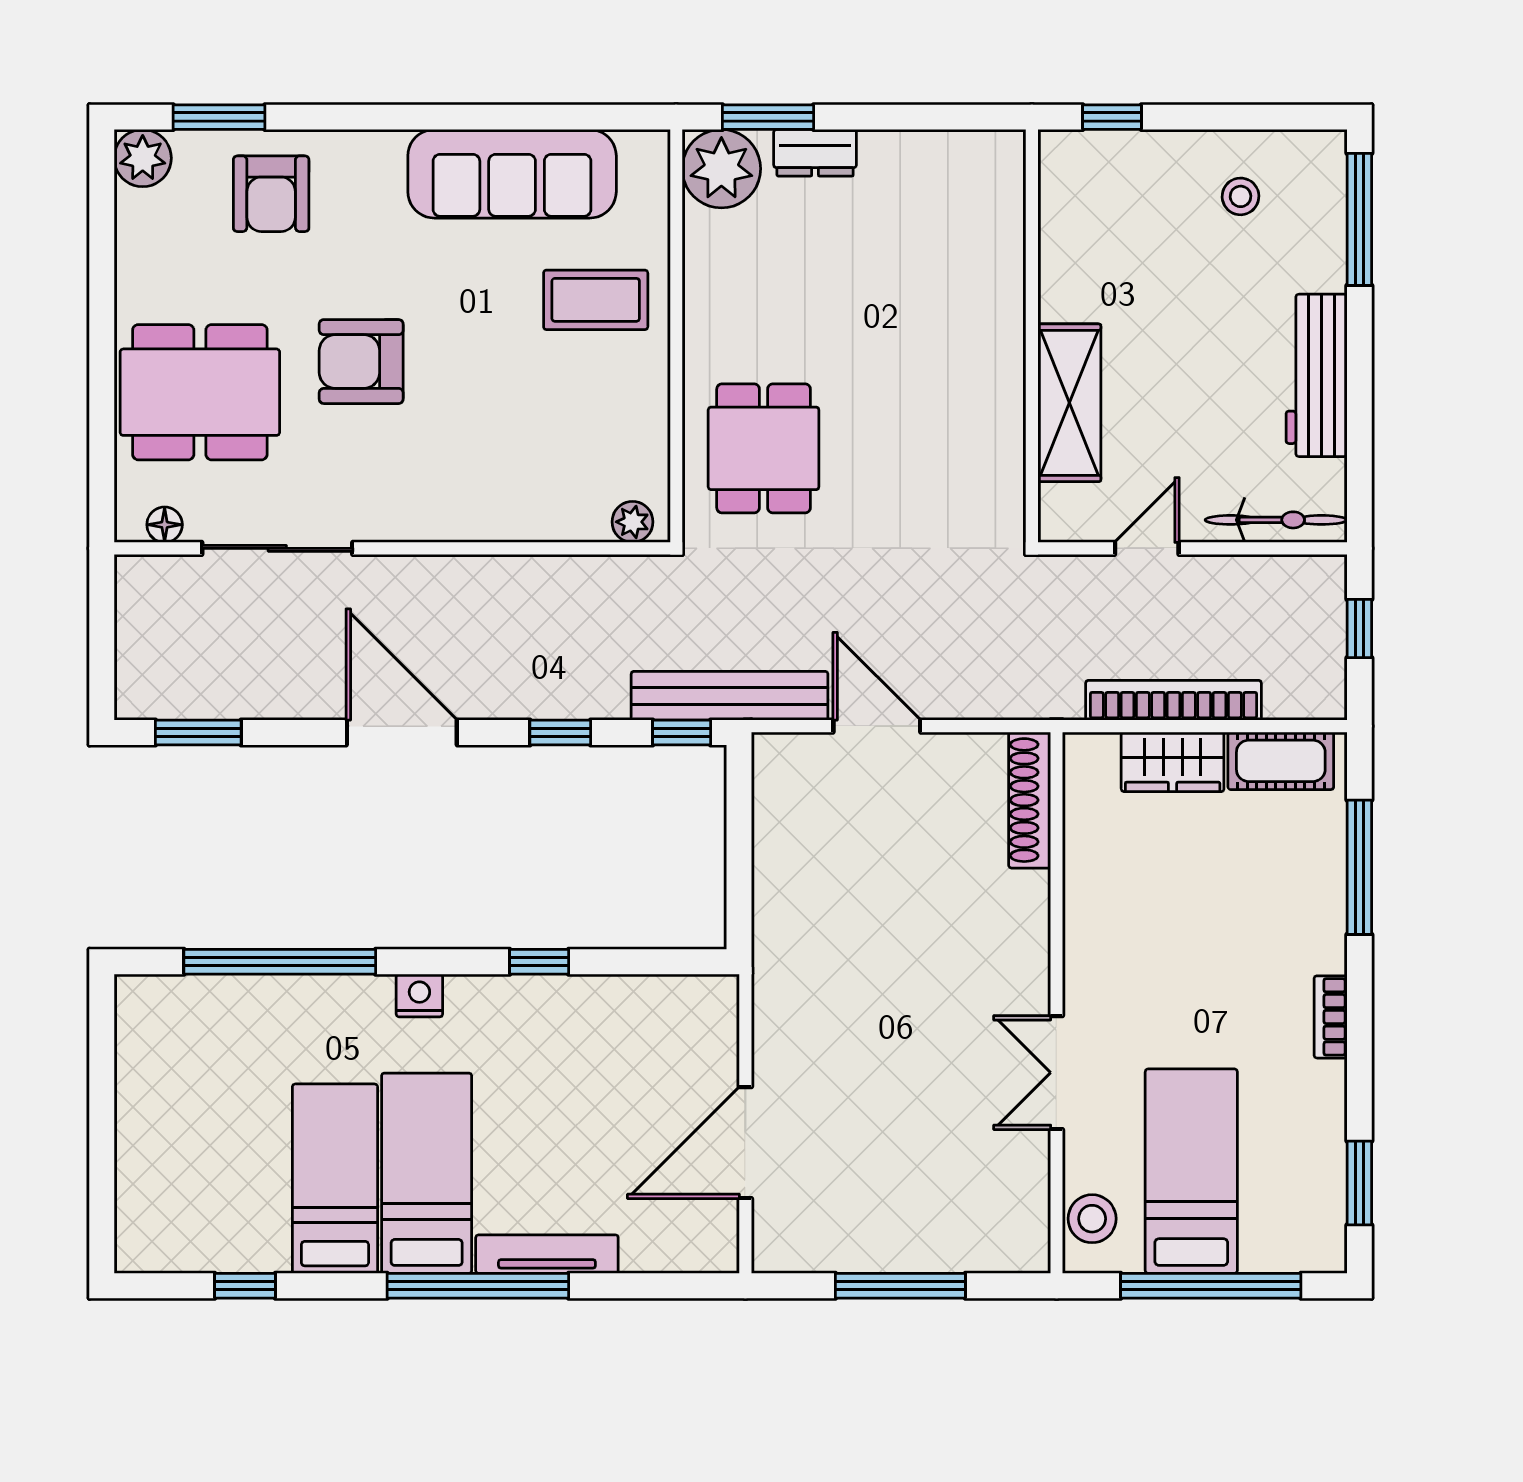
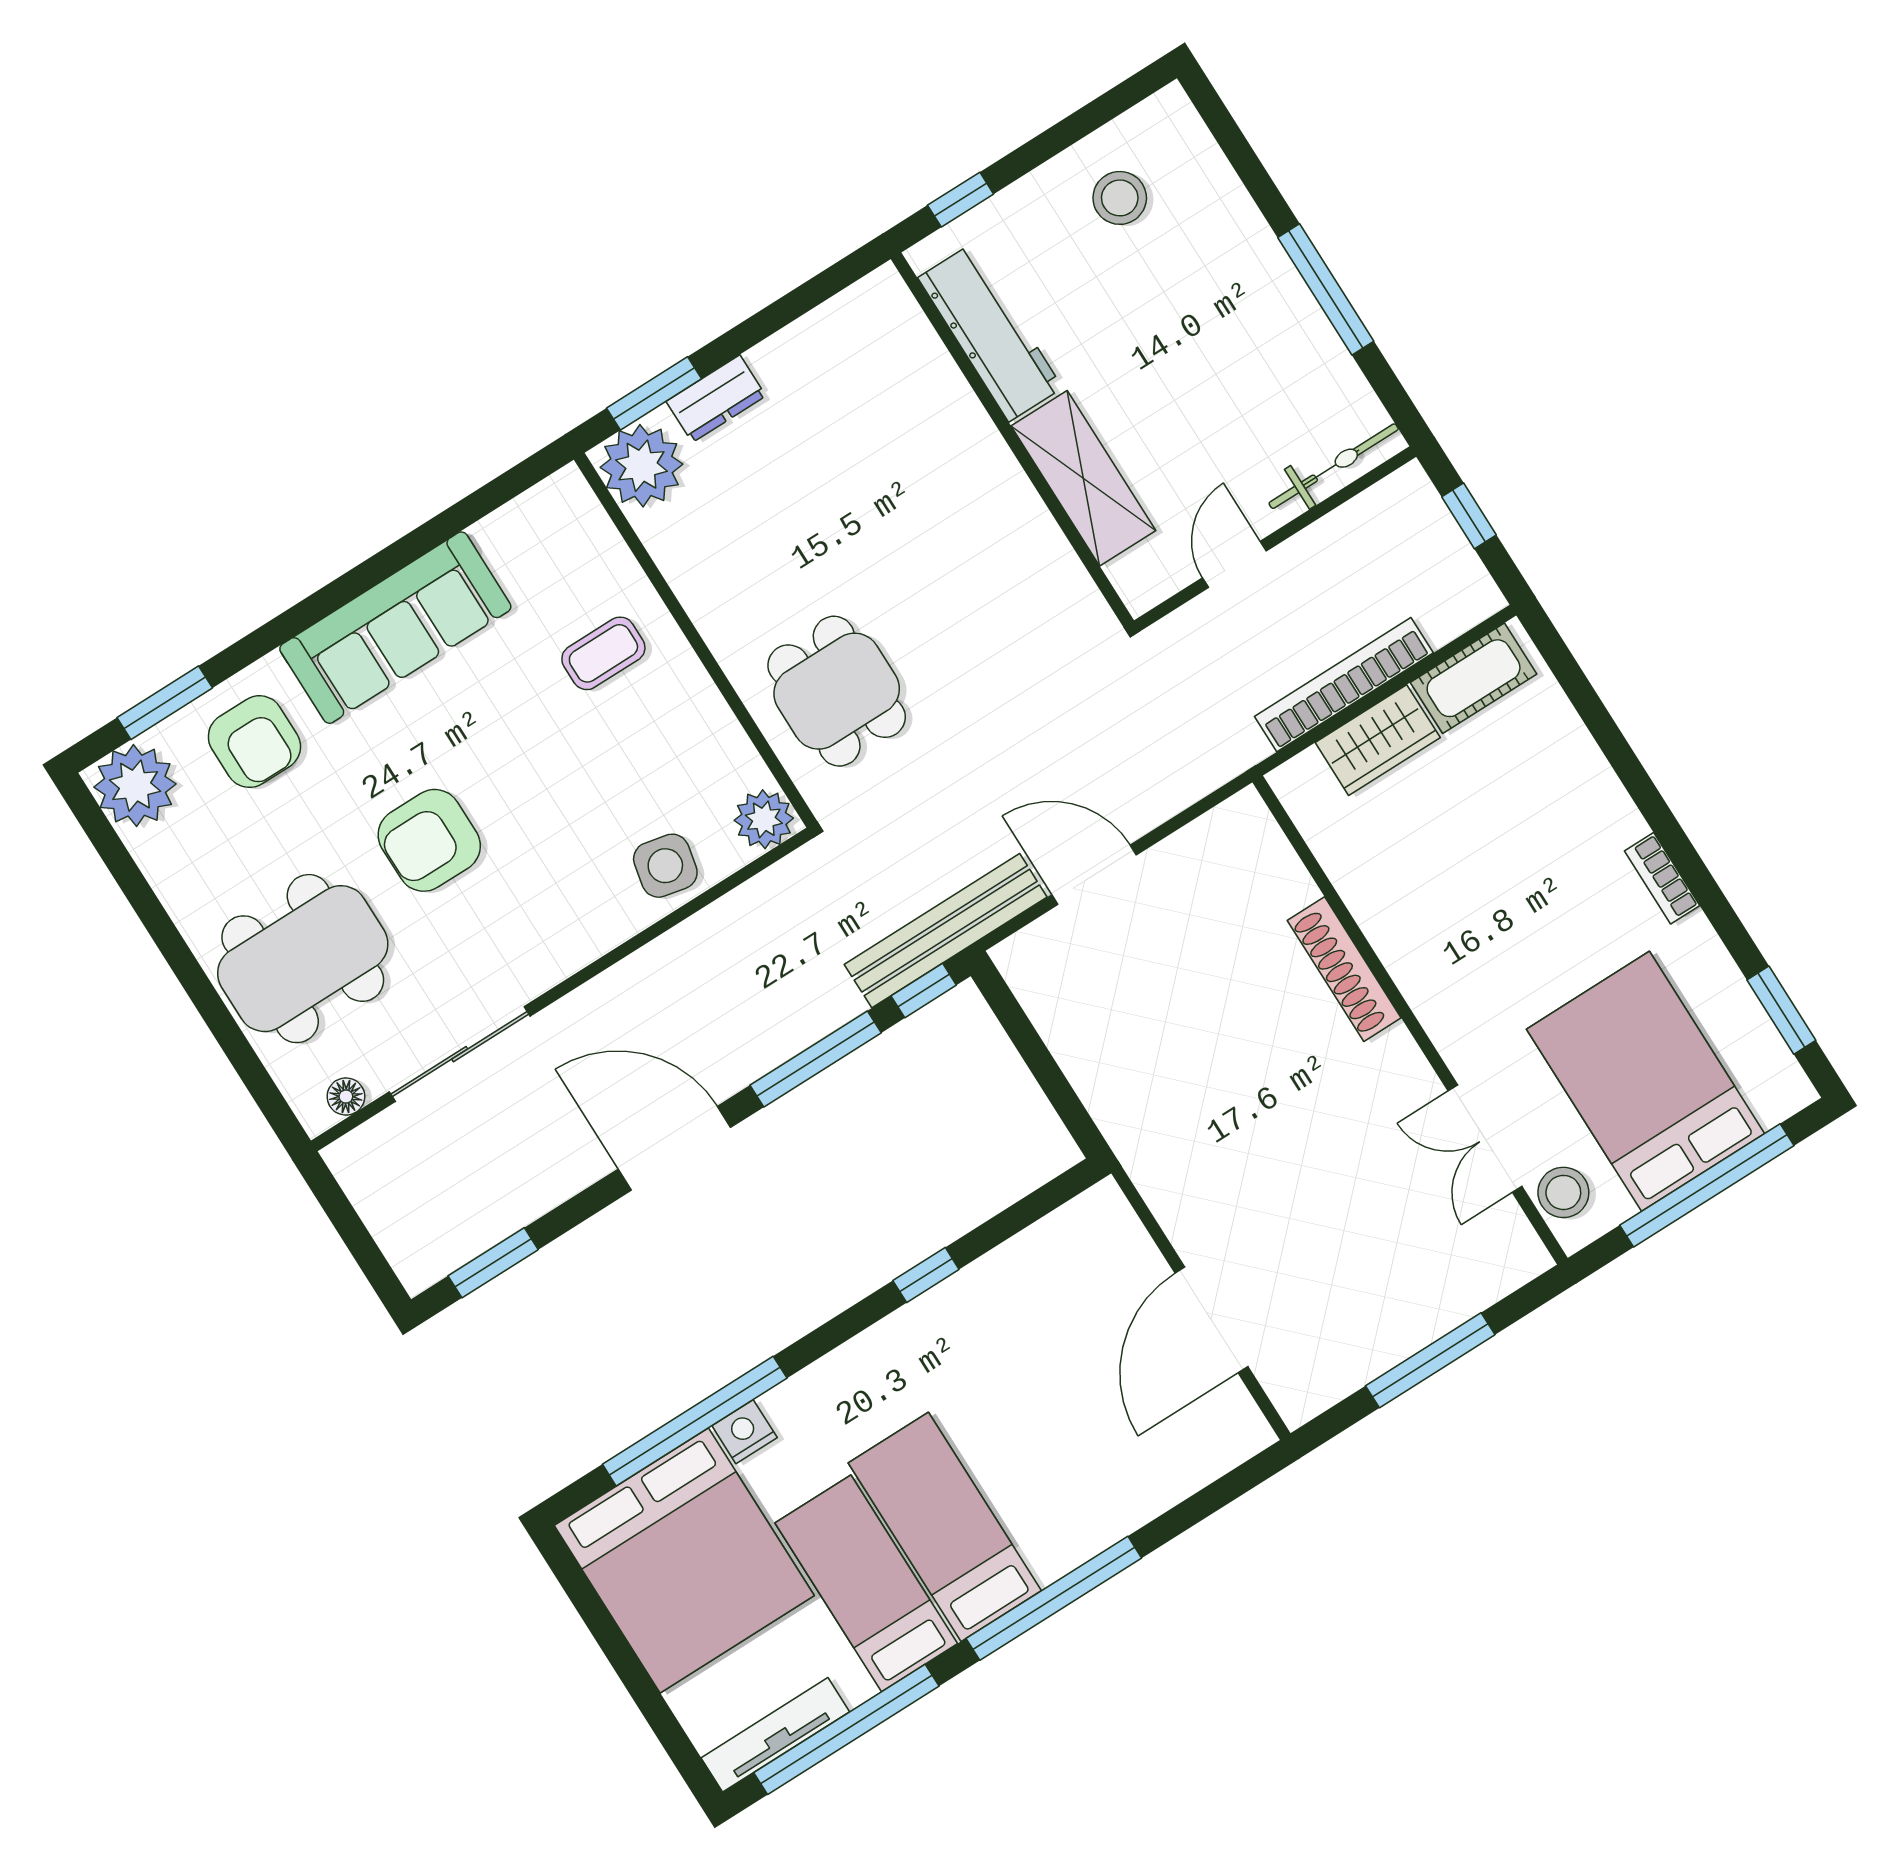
plant: (143, 158) -> (135, 786), width x1.36, depth x1.36
sofa: (512, 174) -> (395, 628), moved
stool: (1241, 196) -> (1120, 198), width x1.37, depth x1.37
window: (1359, 219) -> (1326, 289), moved
coffee table: (596, 300) -> (603, 653), width x0.73, depth x0.77
workbench: (1317, 375) -> (990, 333), moved, turned 180
side table: (538, 502) -> (665, 866), added
plant: (632, 522) -> (764, 819), width x1.38, depth x1.38
window: (560, 733) -> (816, 1059), width x2.17
shoe rack: (1030, 800) -> (1344, 969), moved
window: (1359, 867) -> (1603, 729), removed
nightstand: (419, 995) -> (745, 1432), moved
bed: (201, 1068) -> (684, 1561), added
double door: (1057, 1073) -> (1485, 1139), moved
bed: (1191, 1171) -> (1645, 1081), width x1.50
tv unit: (547, 1254) -> (775, 1735), moved
window: (245, 1286) -> (846, 1729), width x3.17

